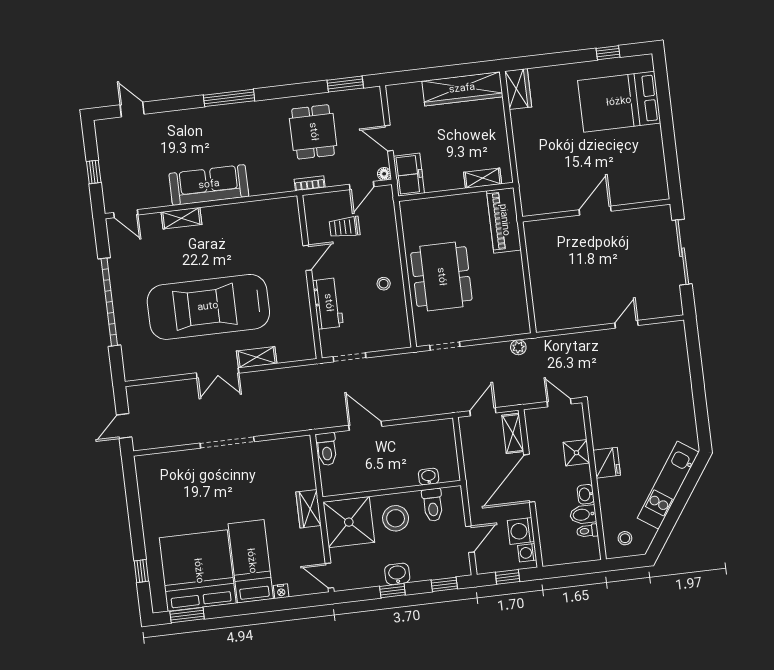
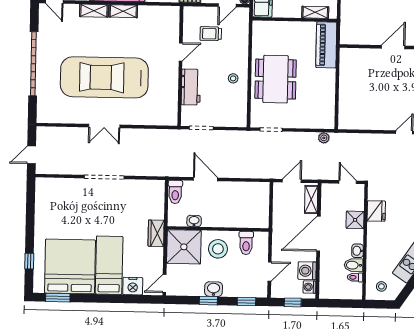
shelving: (257, 357) -> (123, 11), moved
fridge: (607, 463) -> (376, 211), moved
washbasin: (429, 477) -> (194, 221), moved
door: (329, 576) -> (164, 283), hinge flipped
nightstand: (281, 591) -> (133, 286), width x1.89, depth x1.79

